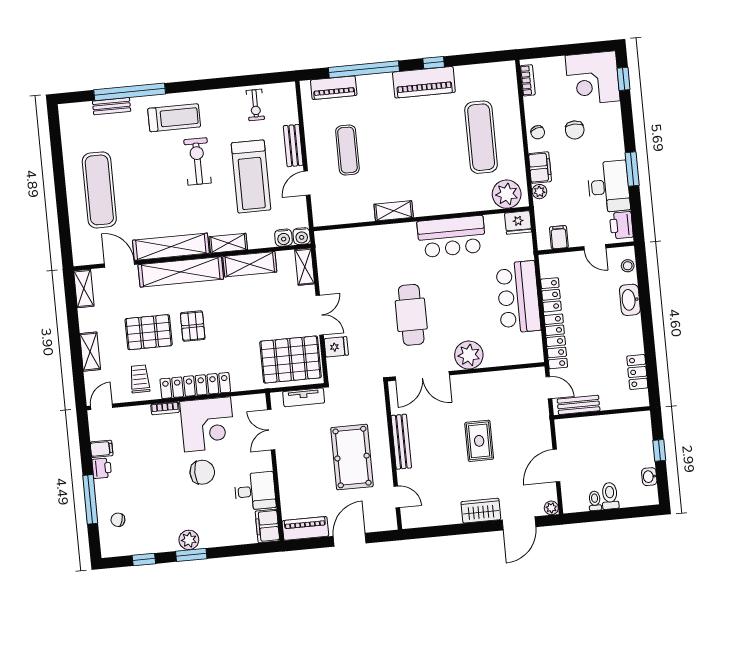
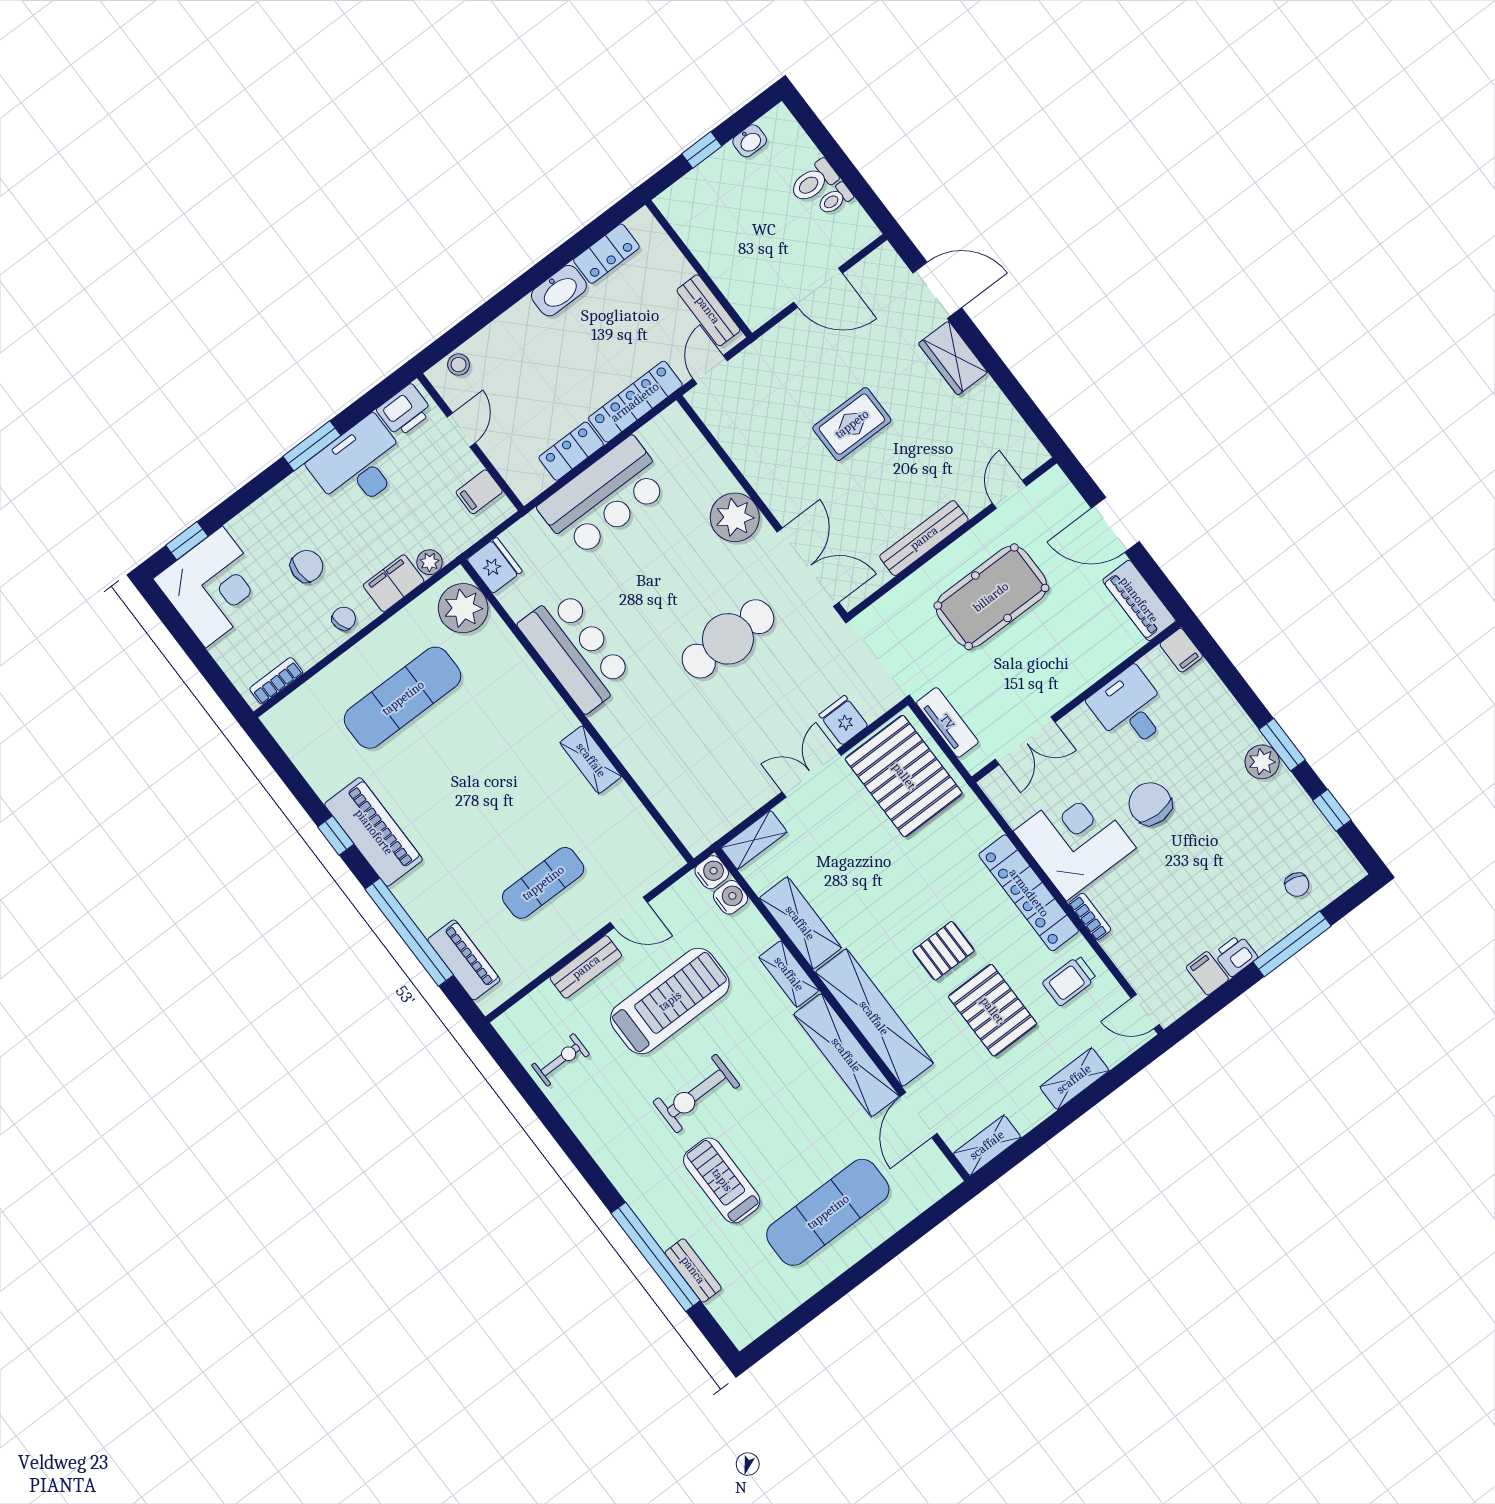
treadmill: (174, 118) -> (722, 1180), moved
washbasin: (630, 300) -> (559, 291), moved
plant: (551, 508) -> (885, 257), removed
filing cabinet: (267, 526) -> (1181, 650), width x0.50

